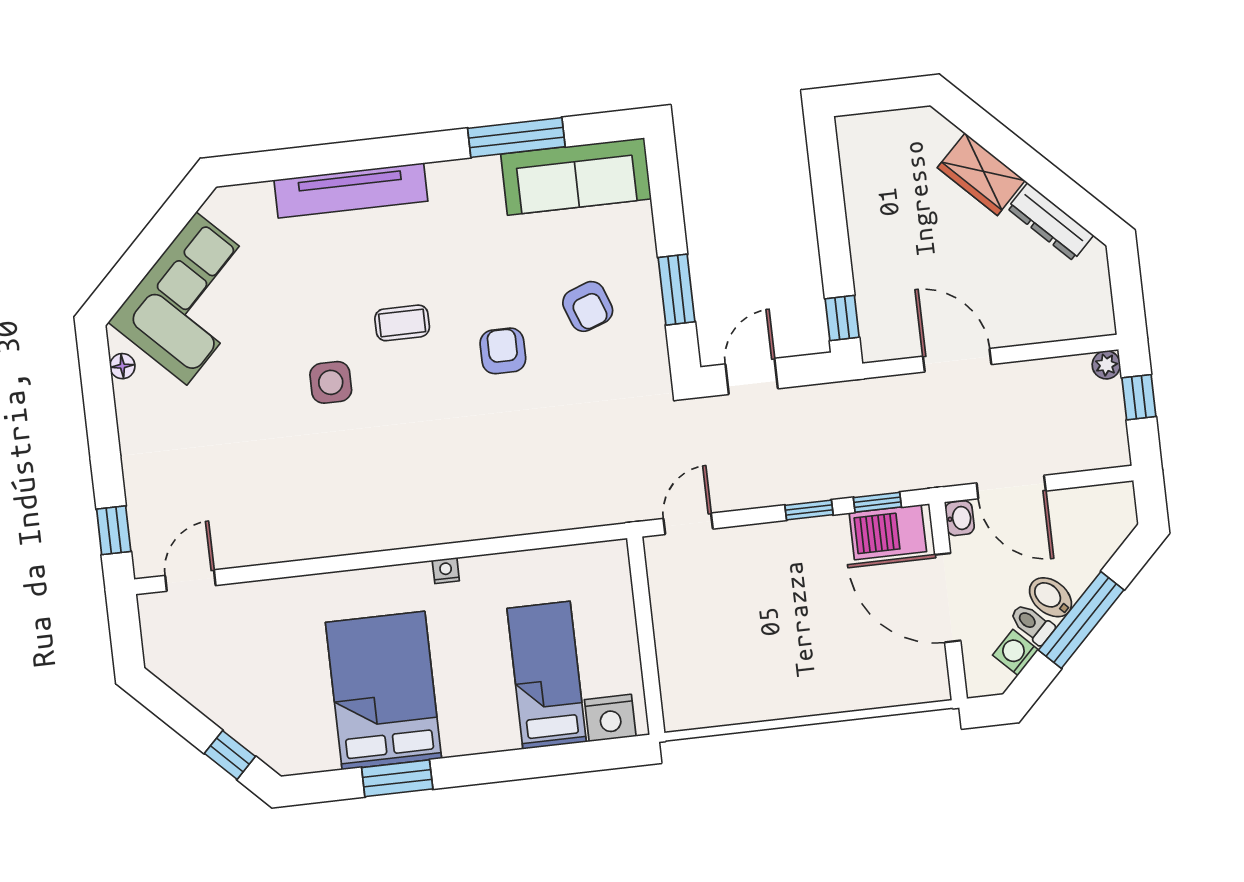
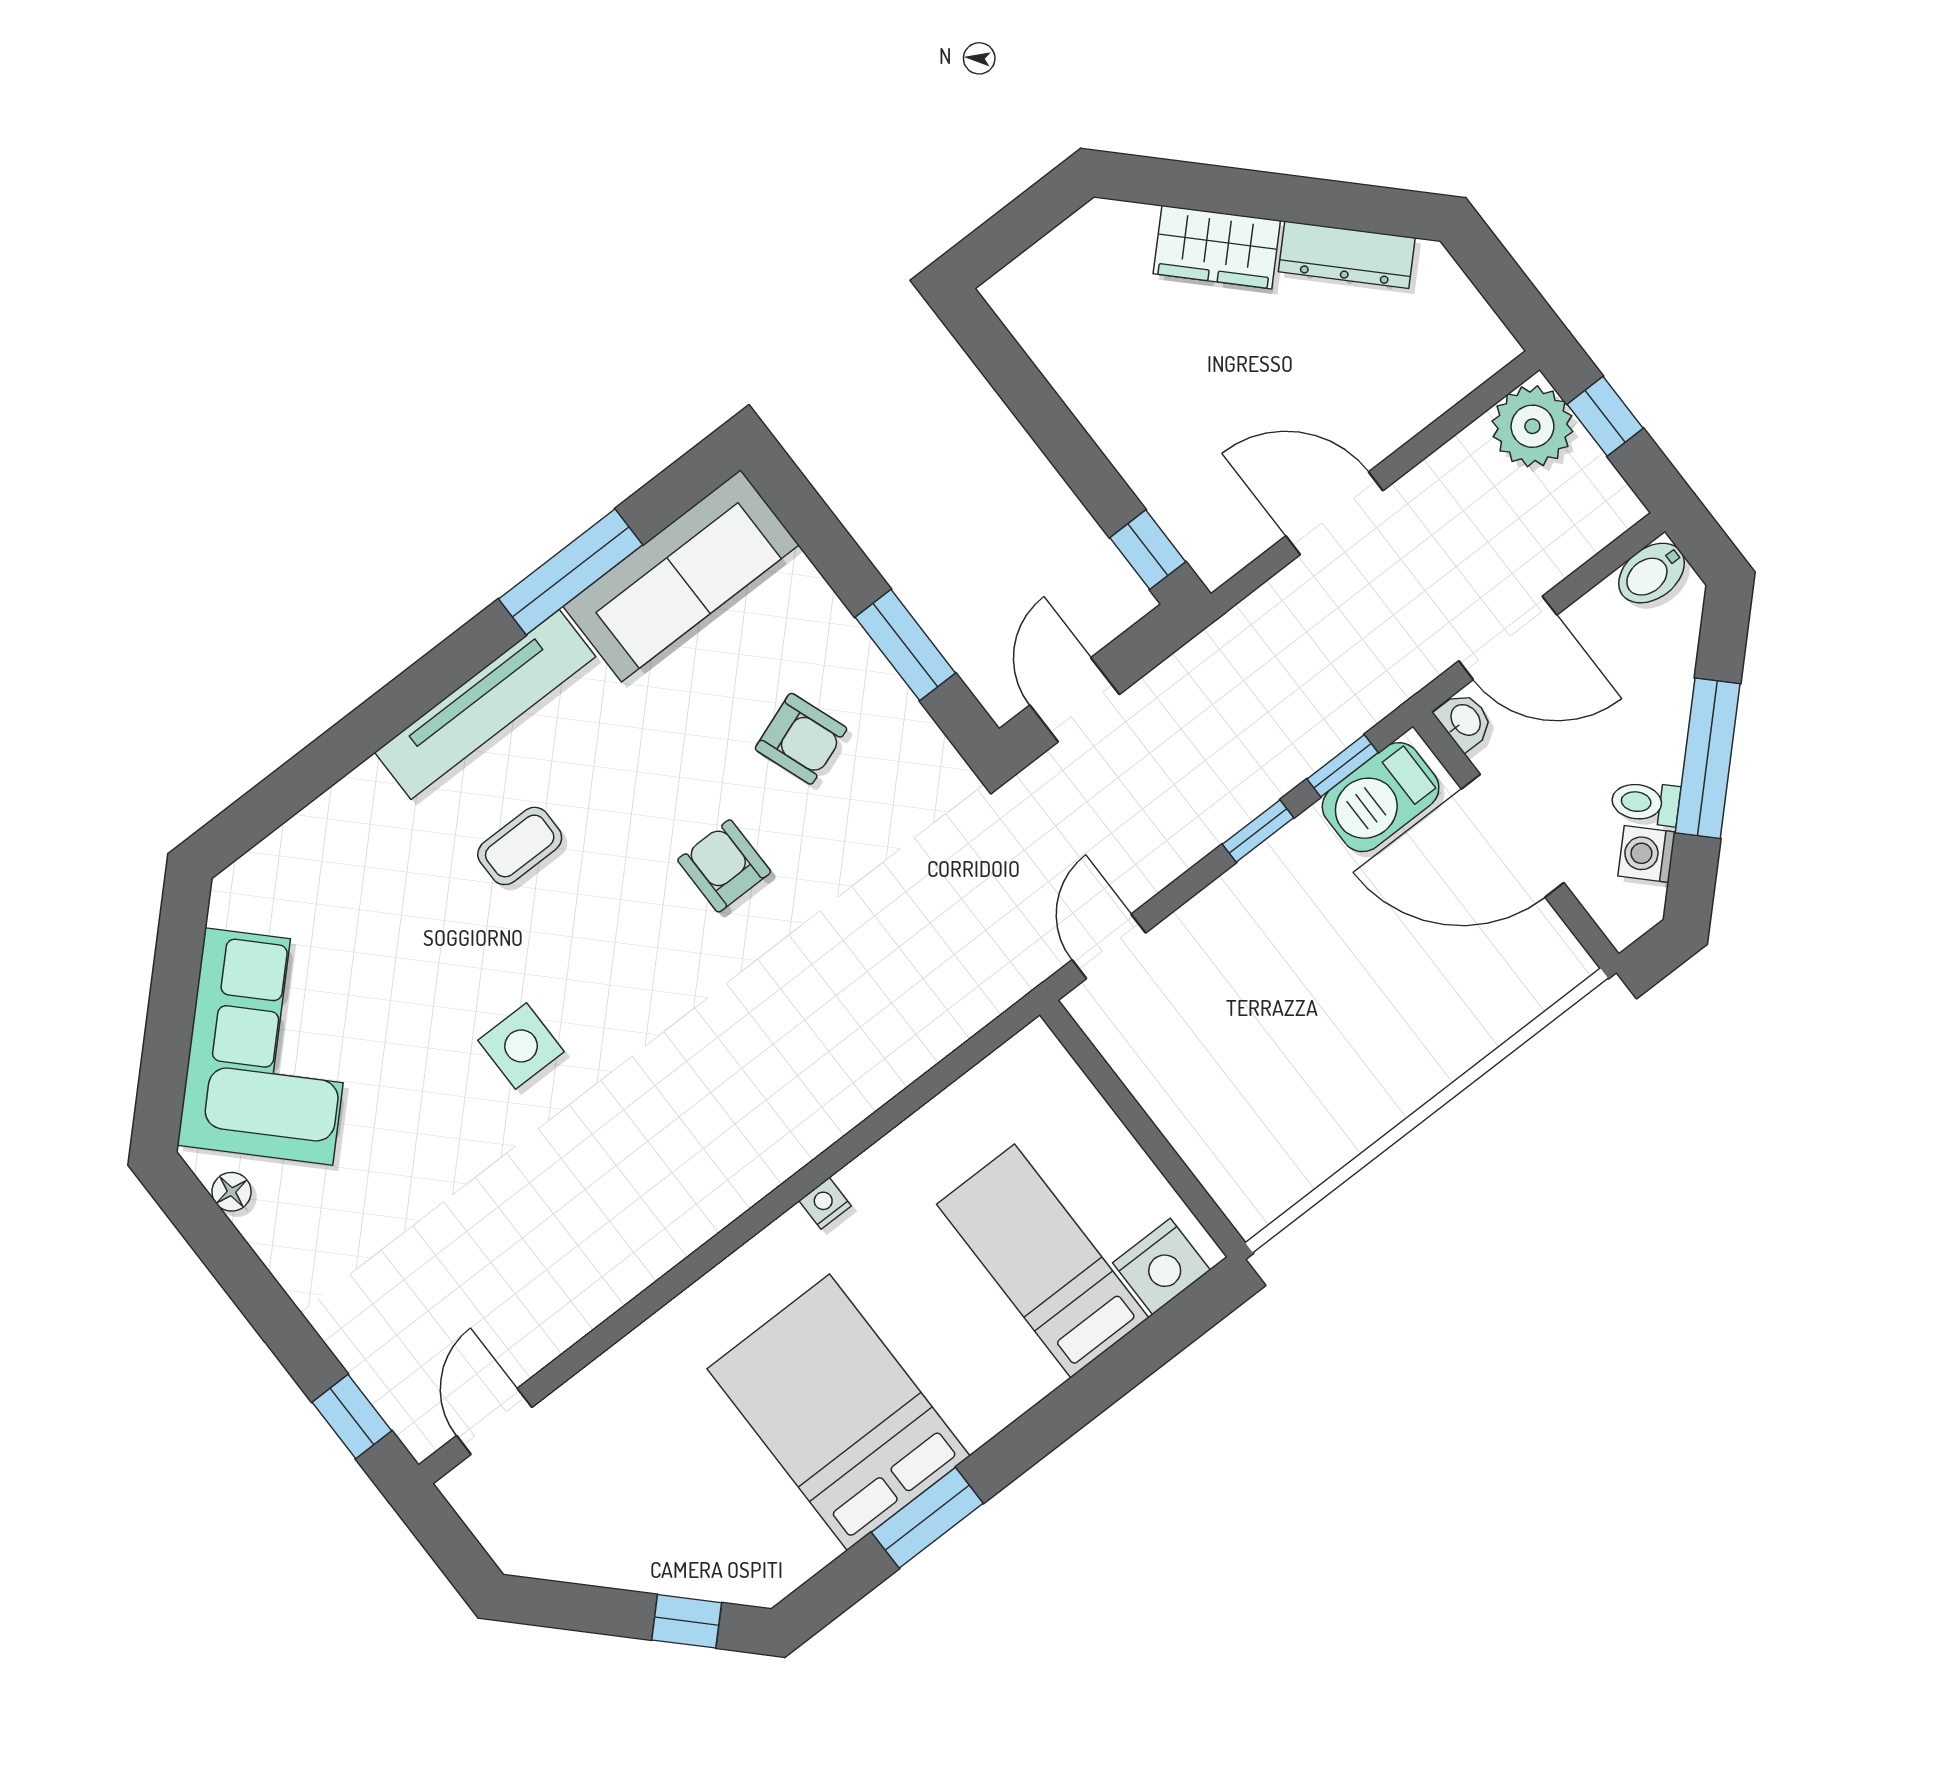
tv unit: (351, 191) -> (485, 705), moved
coffee table: (402, 323) -> (520, 846), moved
plant: (1106, 365) -> (1532, 426), width x1.87, depth x1.87
bidet: (1051, 597) -> (1652, 573), moved, turned -45

